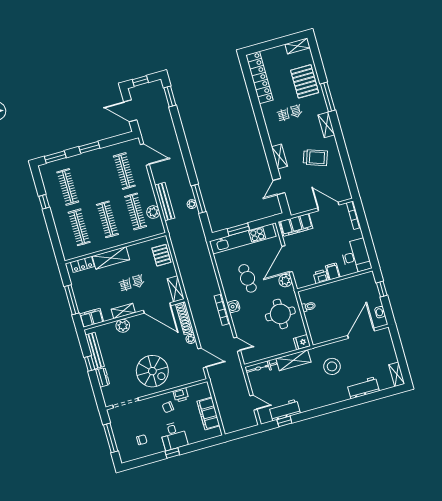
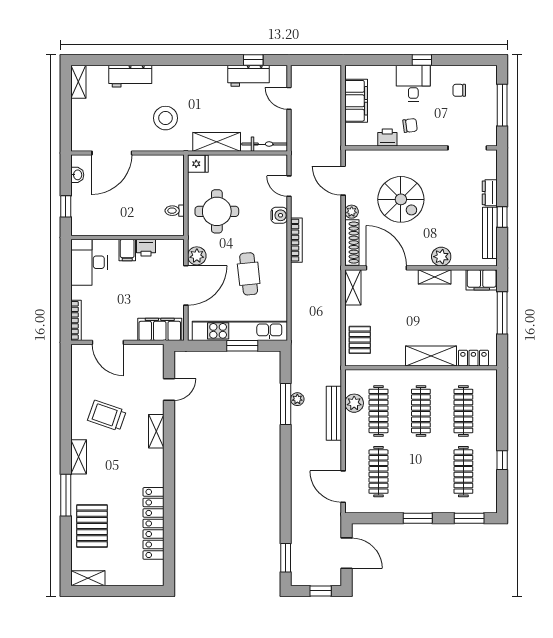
locker: (259, 78) -> (153, 523), moved
water cooler: (234, 306) -> (279, 215), moved
spiral stairs: (152, 371) -> (401, 199), moved, turned 180

